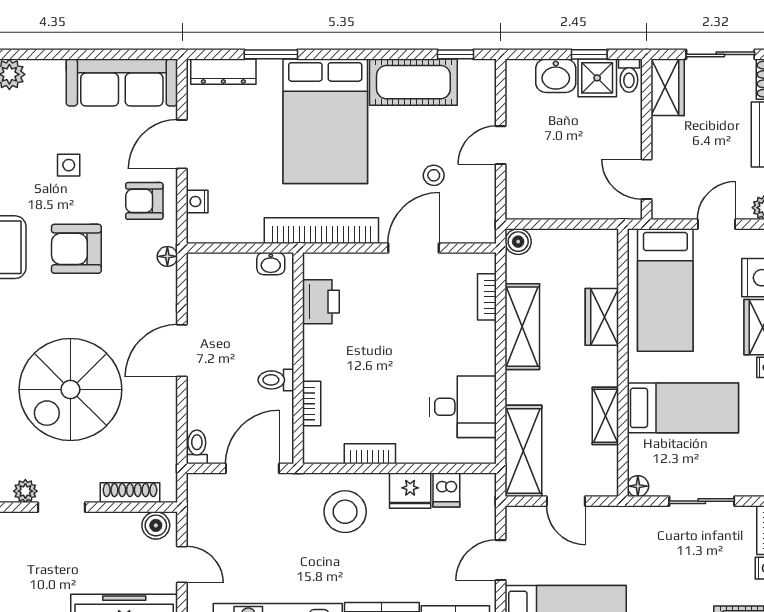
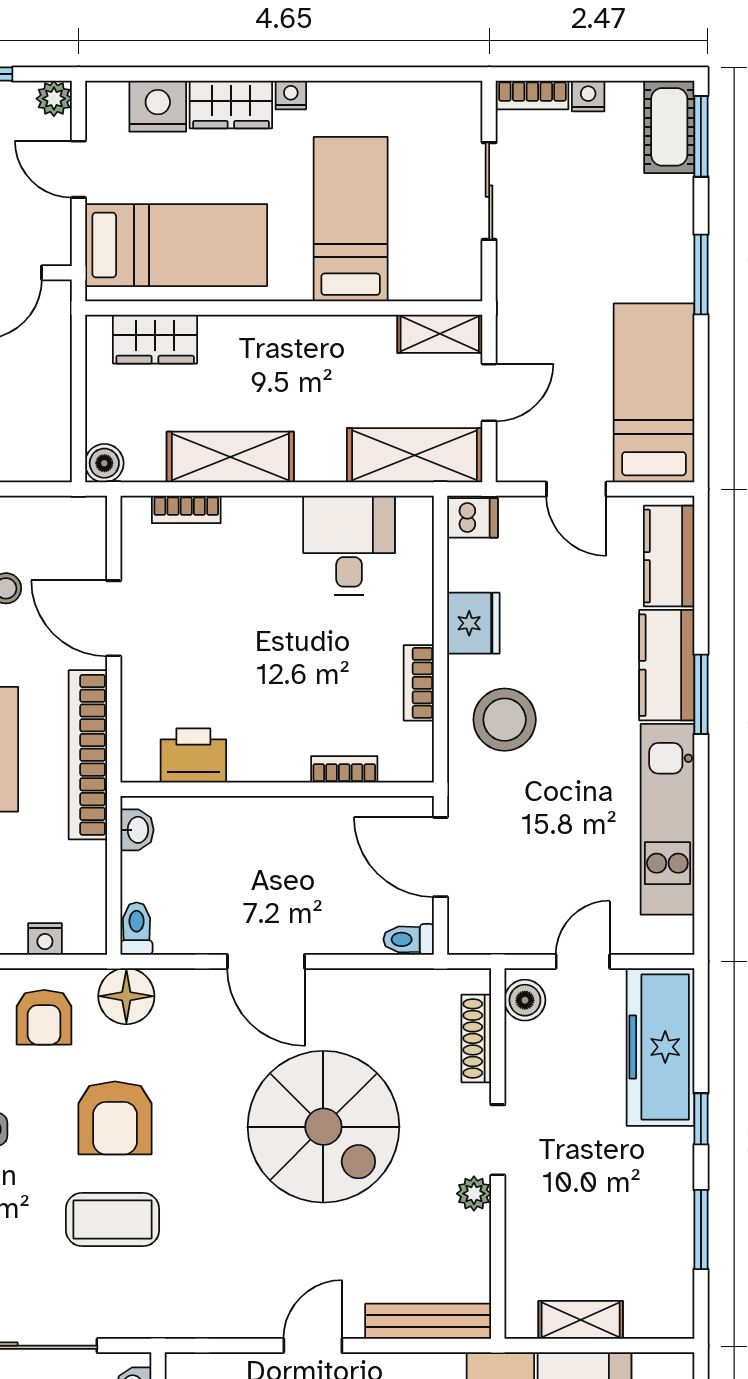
floor lamp: (167, 256) -> (126, 996), width x1.89, depth x1.89
wardrobe: (602, 317) -> (155, 339), moved
toilet: (276, 380) -> (137, 929), moved, turned 180
shelving: (605, 416) -> (440, 334), moved
floor lamp: (638, 486) -> (467, 286), removed
dishwasher: (446, 490) -> (472, 518), moved

